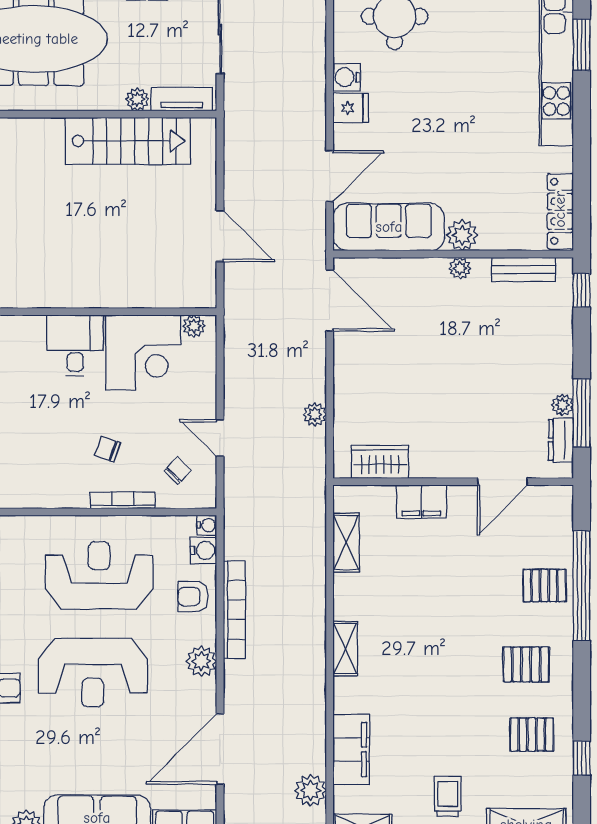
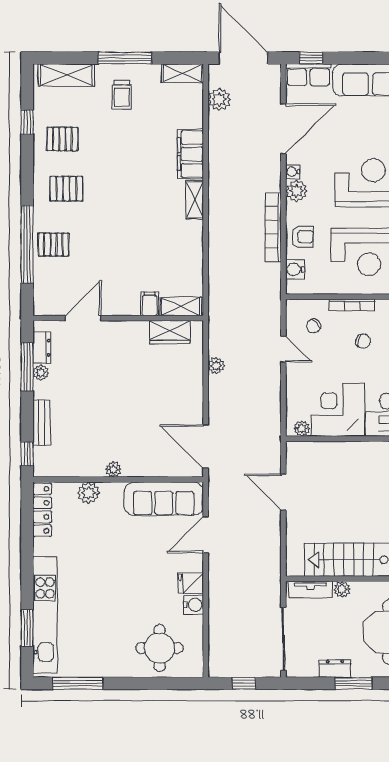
plant: (462, 235) -> (89, 493), moved
bench: (524, 269) -> (42, 423), moved, turned 90
filing cabinet: (421, 502) -> (150, 304), width x0.50
water cooler: (207, 525) -> (293, 172), moved
shelving: (346, 543) -> (181, 306), moved, turned 90
filing cabinet: (351, 749) -> (190, 154), moved

